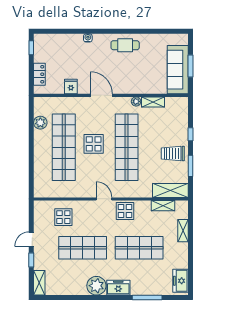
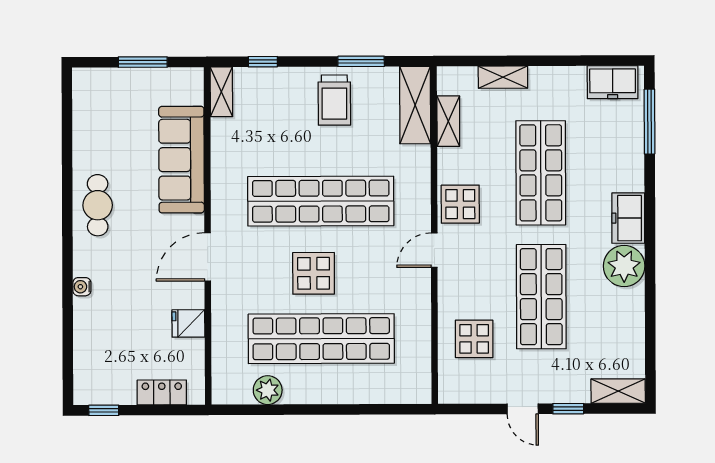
sofa: (178, 70) -> (182, 160), moved, turned 90
plant: (136, 101) -> (221, 181), removed
shelving: (153, 102) -> (221, 92), moved
window: (190, 134) -> (263, 62), moved
window: (147, 298) -> (650, 122), moved

